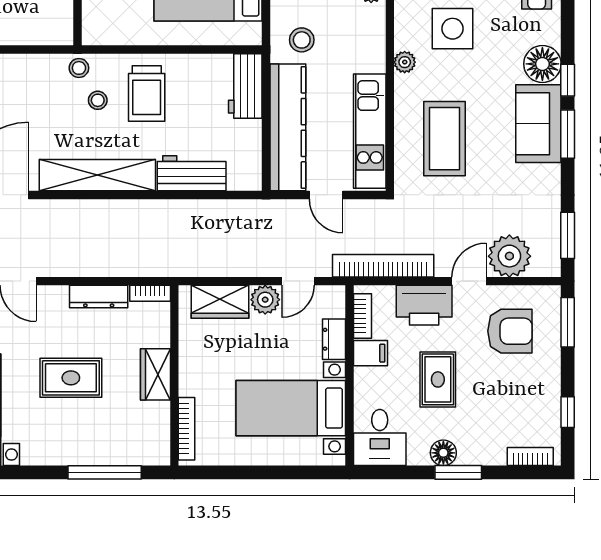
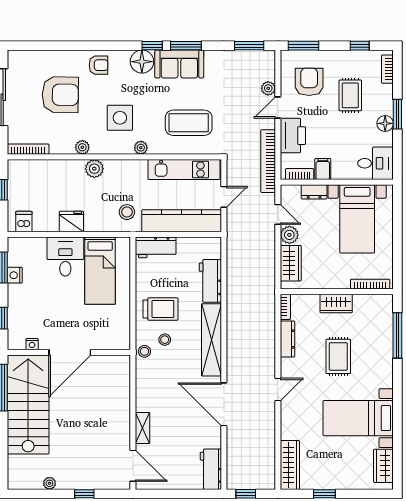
plant: (509, 256) -> (268, 88), width x0.53, depth x0.53
door: (469, 281) -> (278, 107), hinge flipped
rug: (438, 379) -> (350, 95), moved, turned 90

